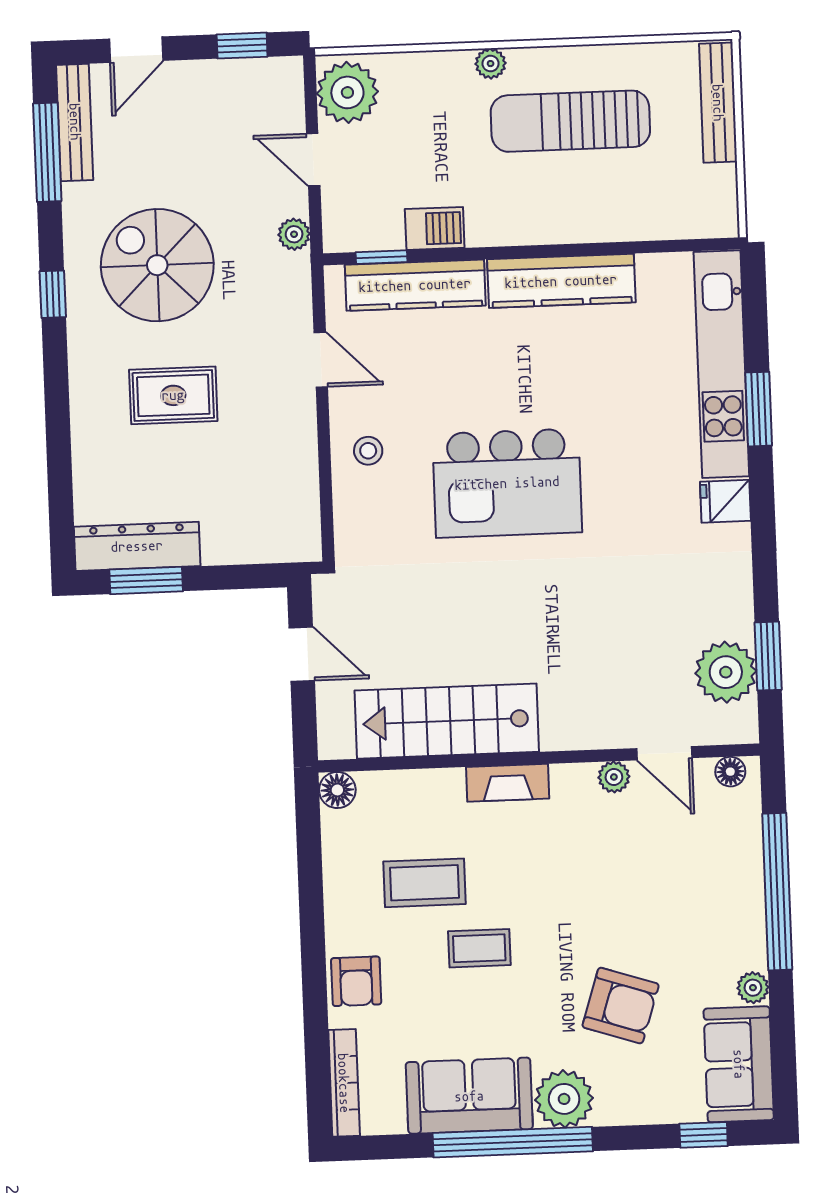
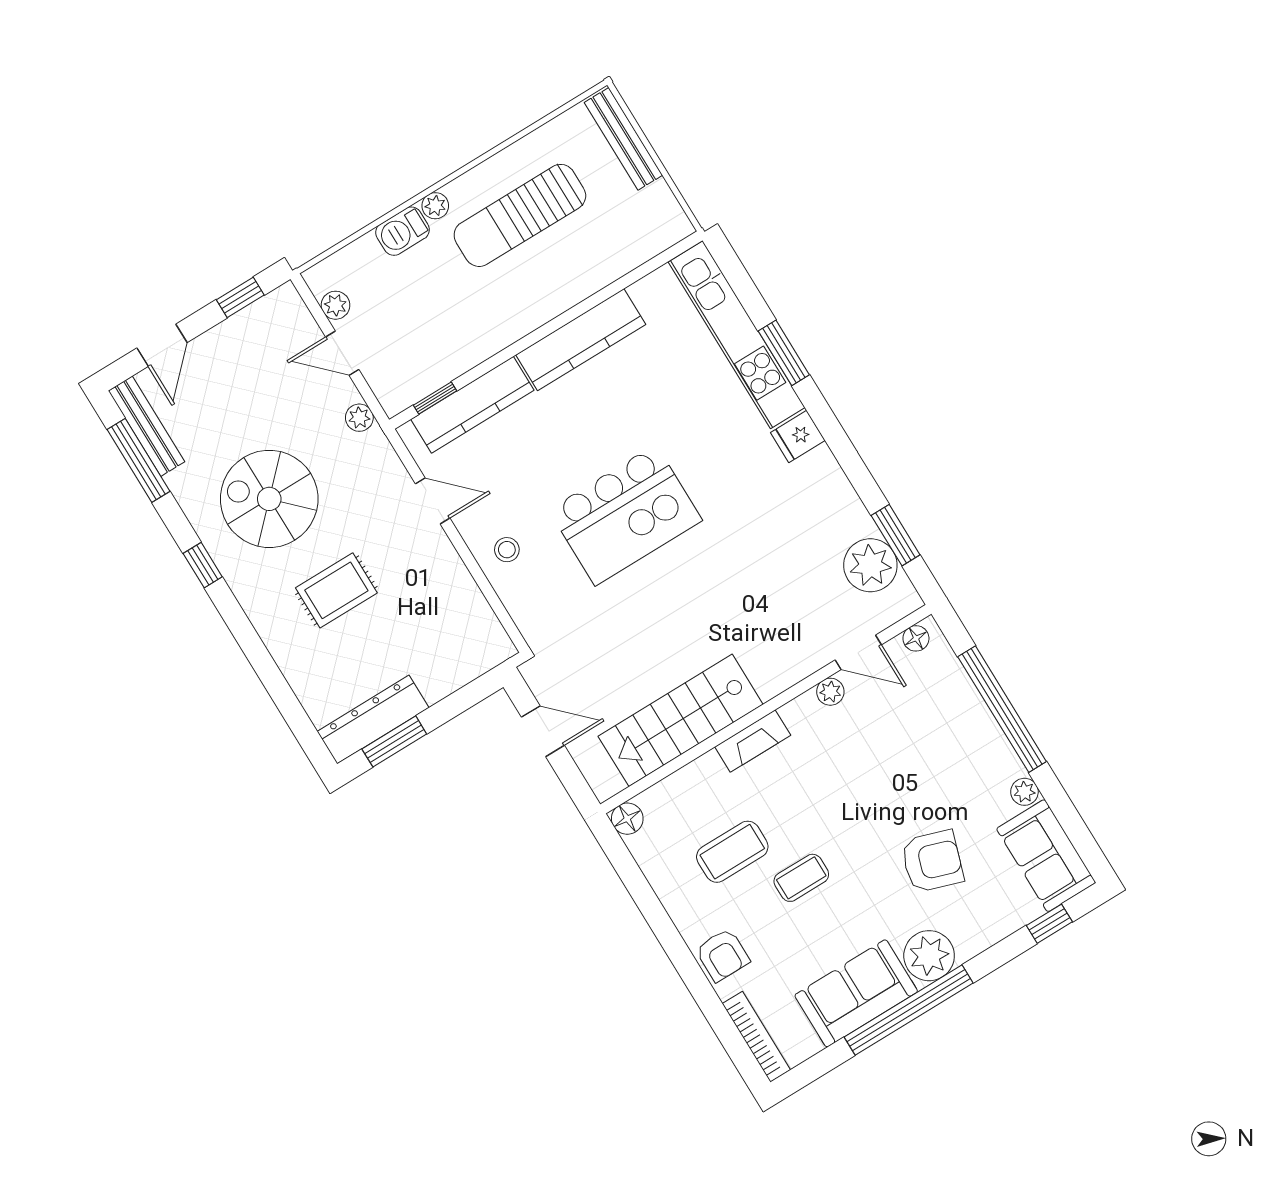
plant: (347, 92) -> (335, 305), width x0.53, depth x0.53
barbecue: (435, 228) -> (403, 231), moved, turned 180

